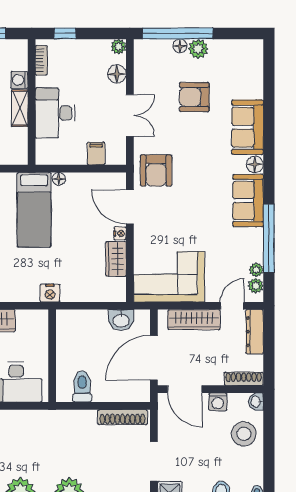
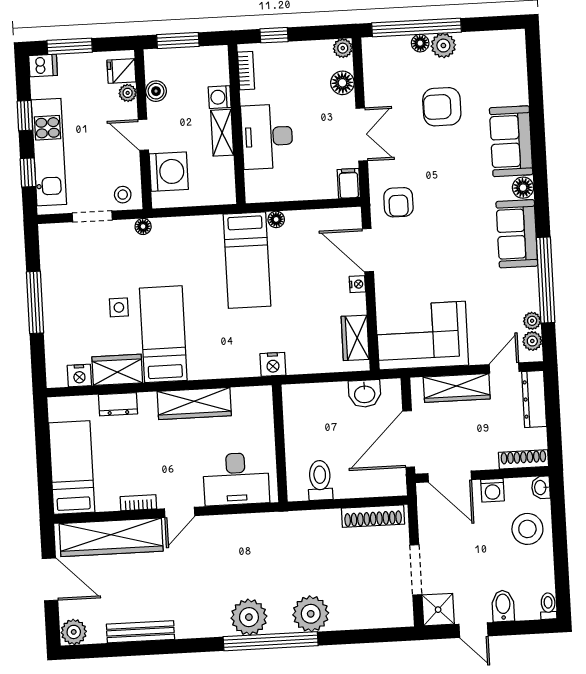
filing cabinet: (96, 154) -> (349, 183), moved
armchair: (156, 171) -> (398, 202), width x0.72, depth x0.72
wardrobe: (116, 259) -> (355, 338), moved

